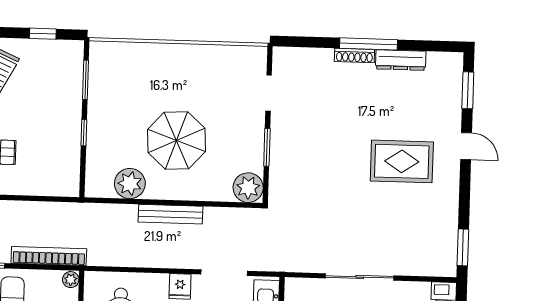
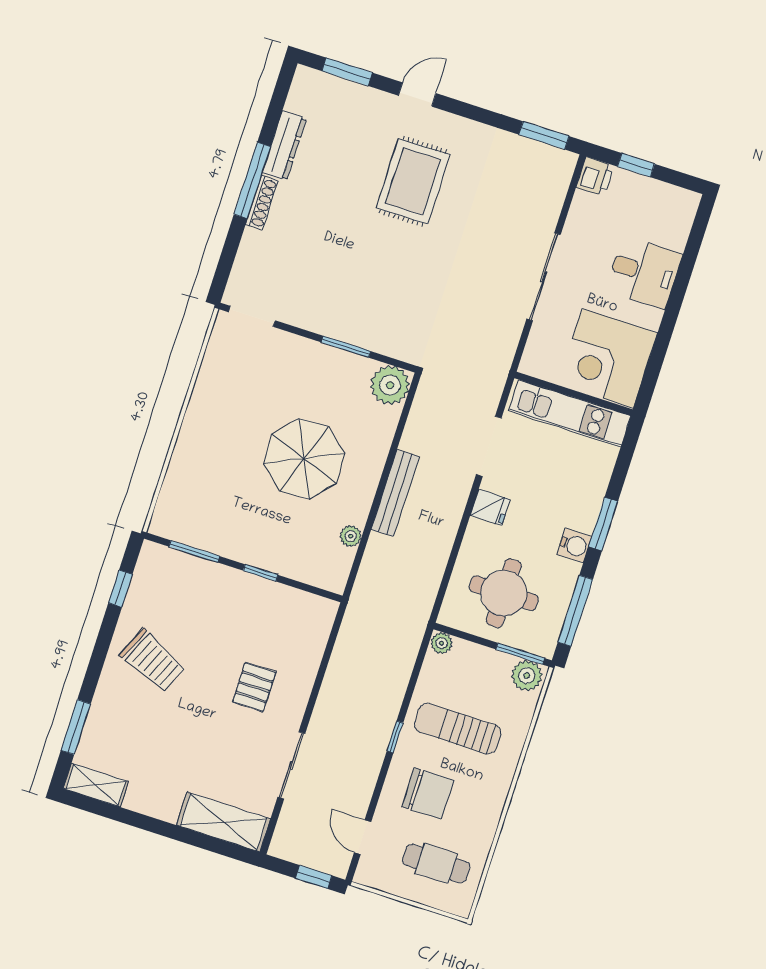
doorway: (269, 93) -> (252, 316), moved
plant: (130, 184) -> (351, 536), width x0.53, depth x0.53
bookcase: (49, 256) -> (404, 662), removed

